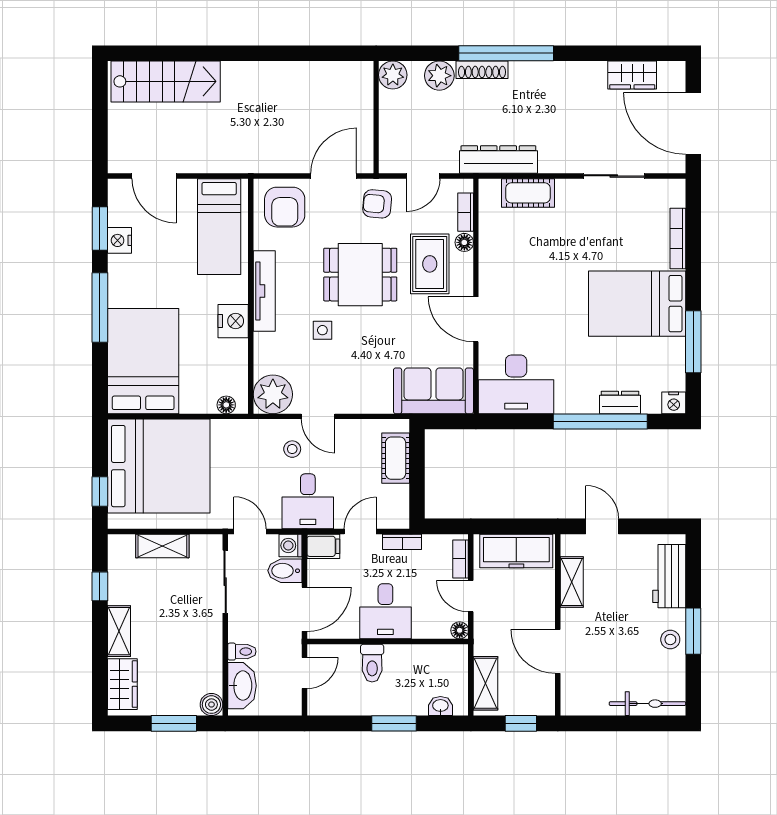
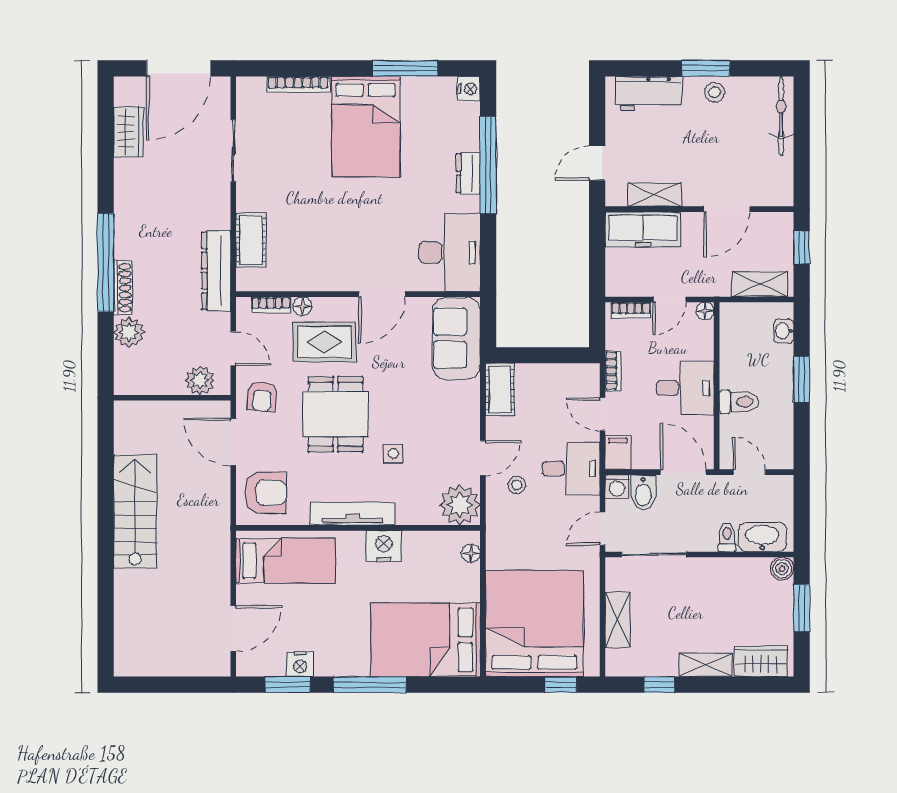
plant: (393, 75) -> (200, 380), moved
stairs: (166, 81) -> (135, 511), moved
dresser: (620, 402) -> (468, 173), moved
cot: (396, 458) -> (500, 390), moved, turned 90
freezer: (516, 551) -> (643, 229), moved, turned 90

